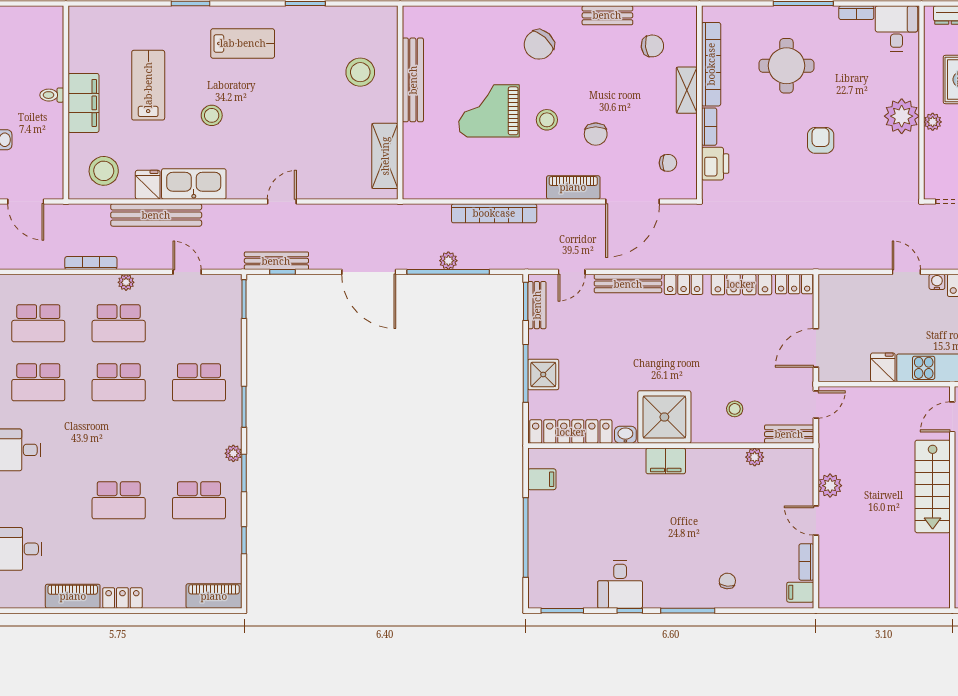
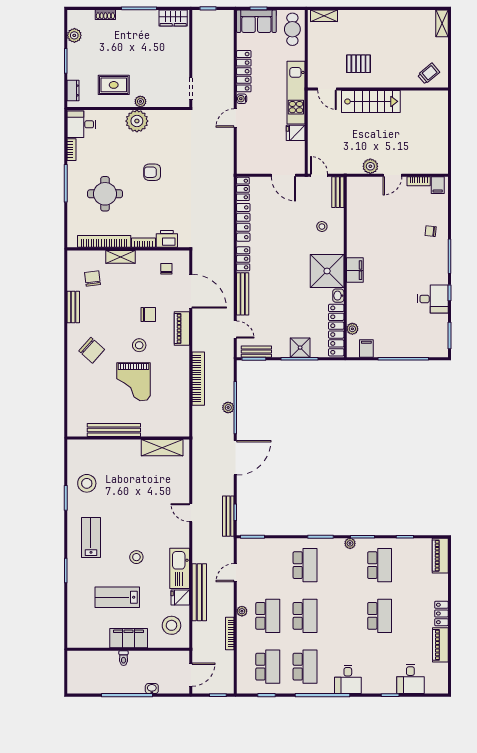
stool: (360, 72) -> (87, 483), moved
plant: (755, 457) -> (352, 329), moved

